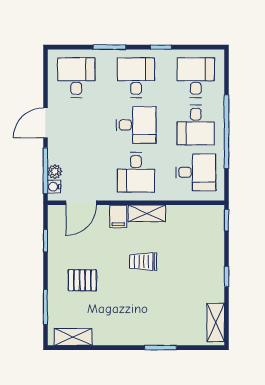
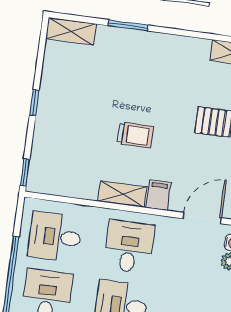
shelving: (216, 322) -> (71, 31), moved, turned 90

